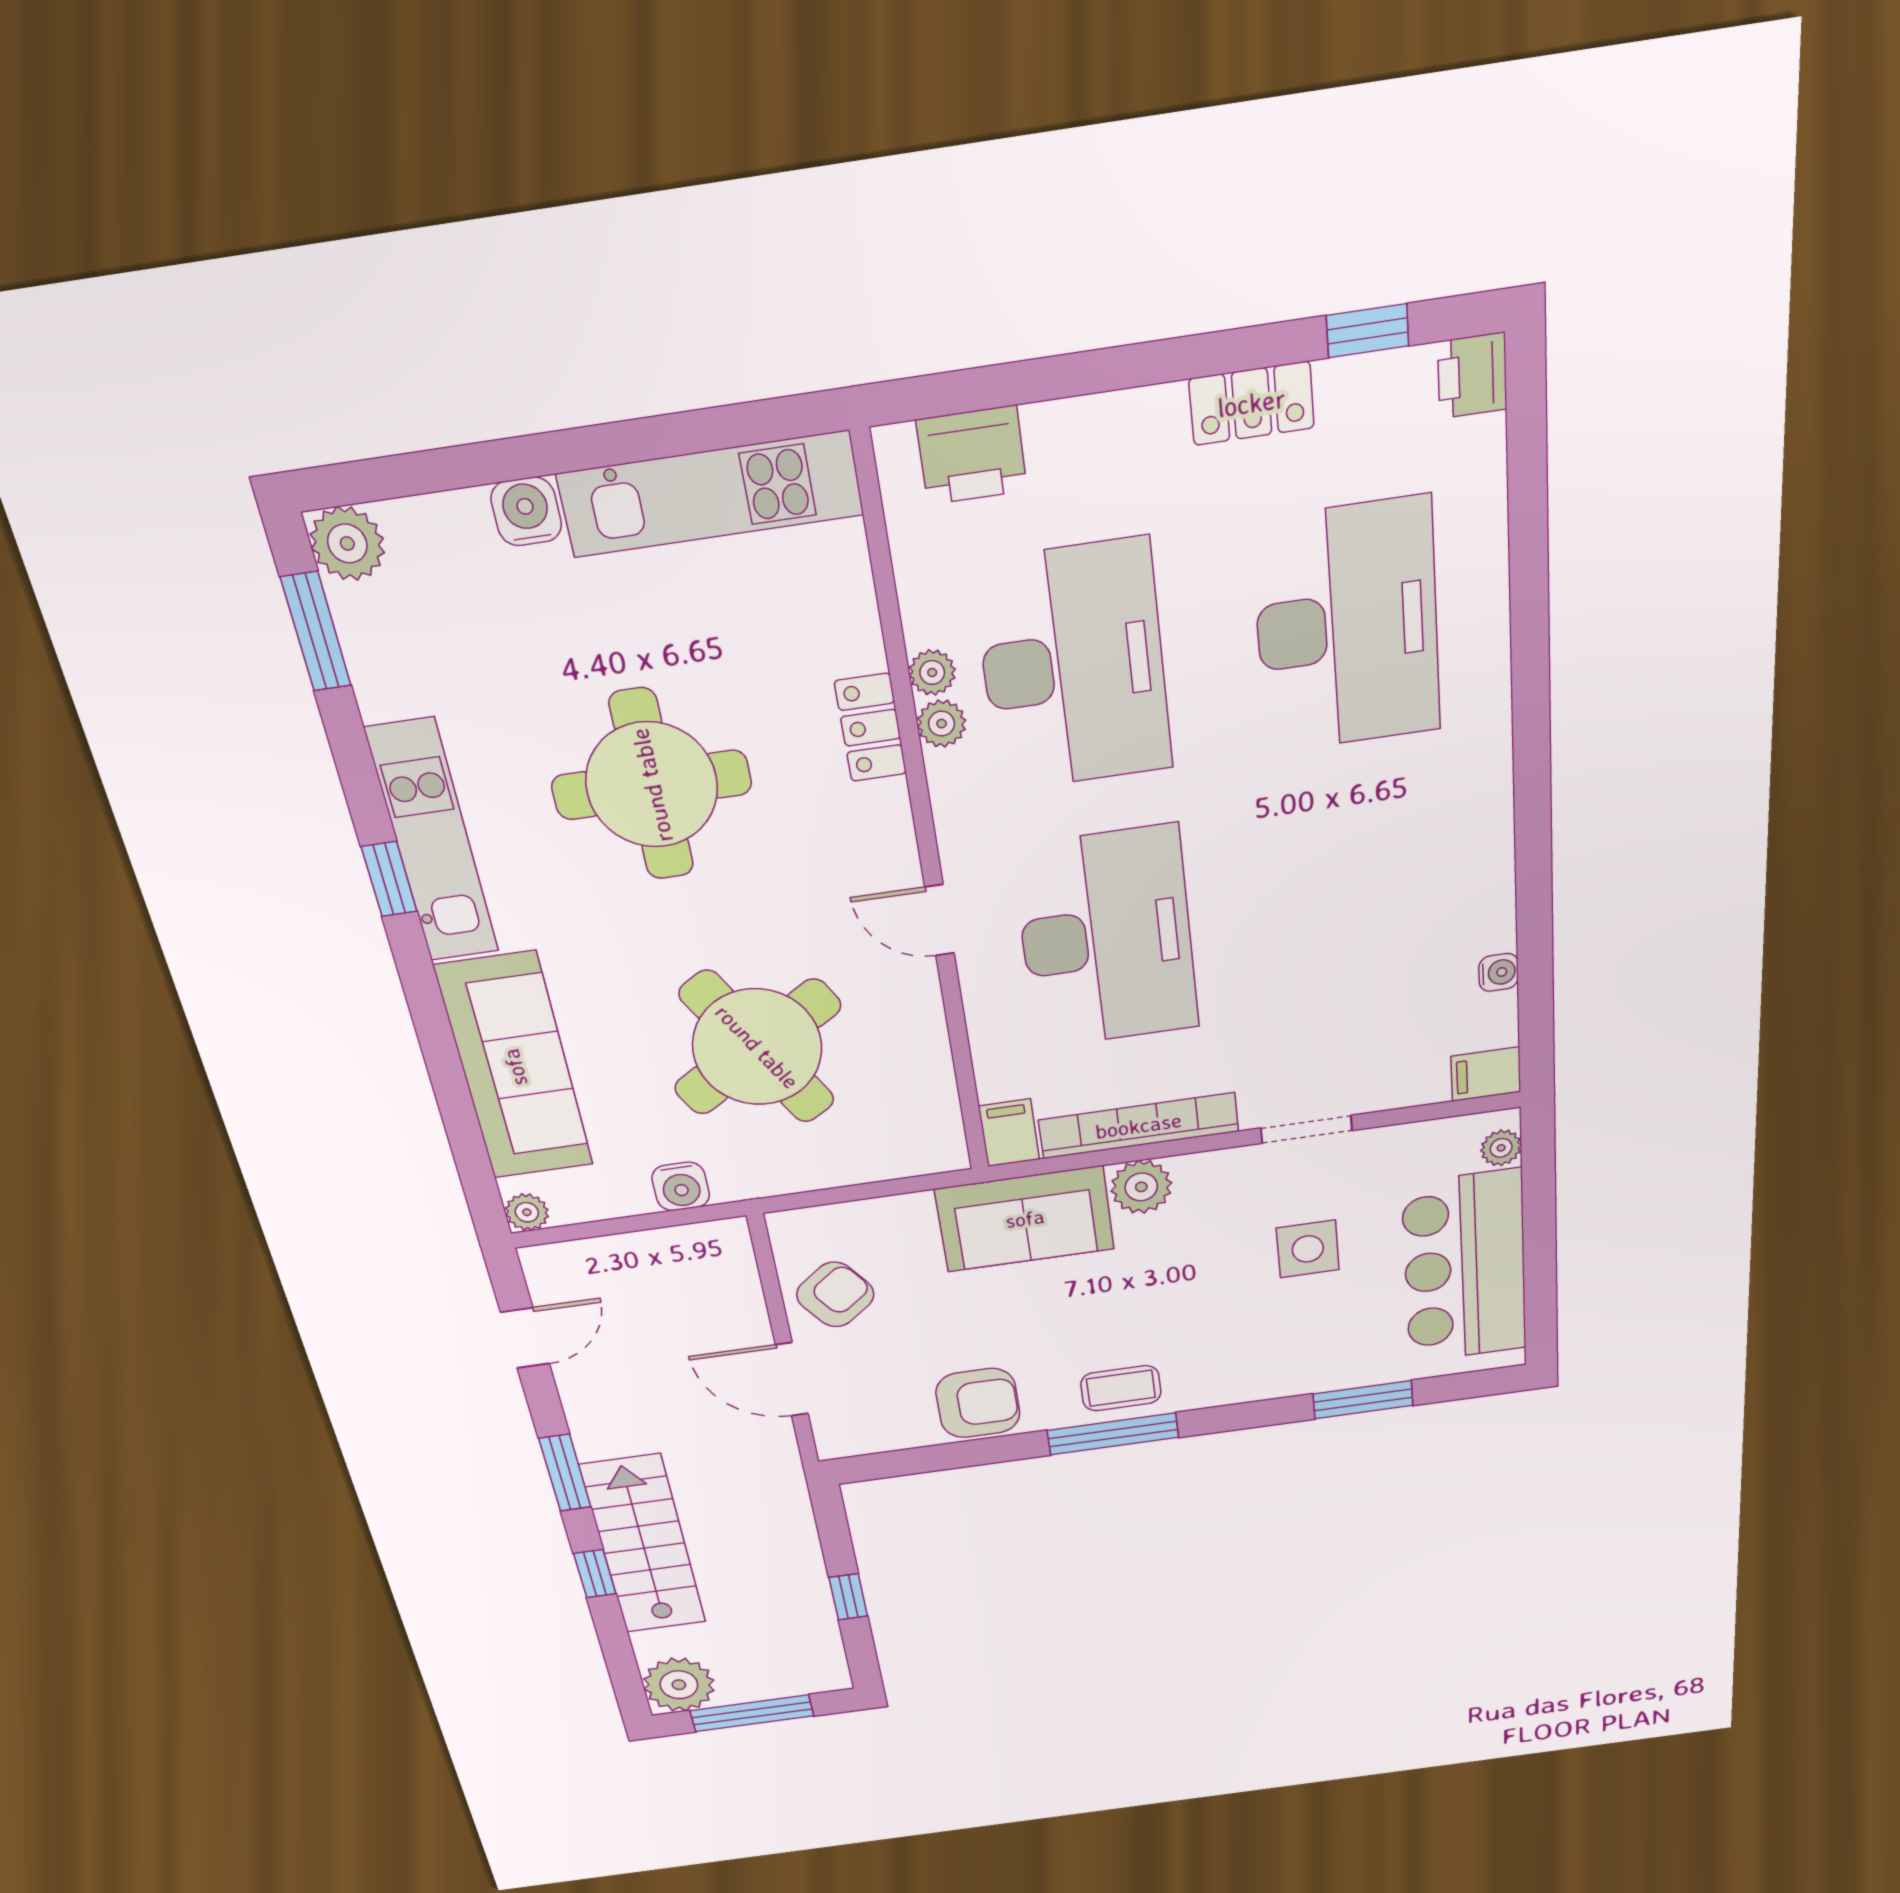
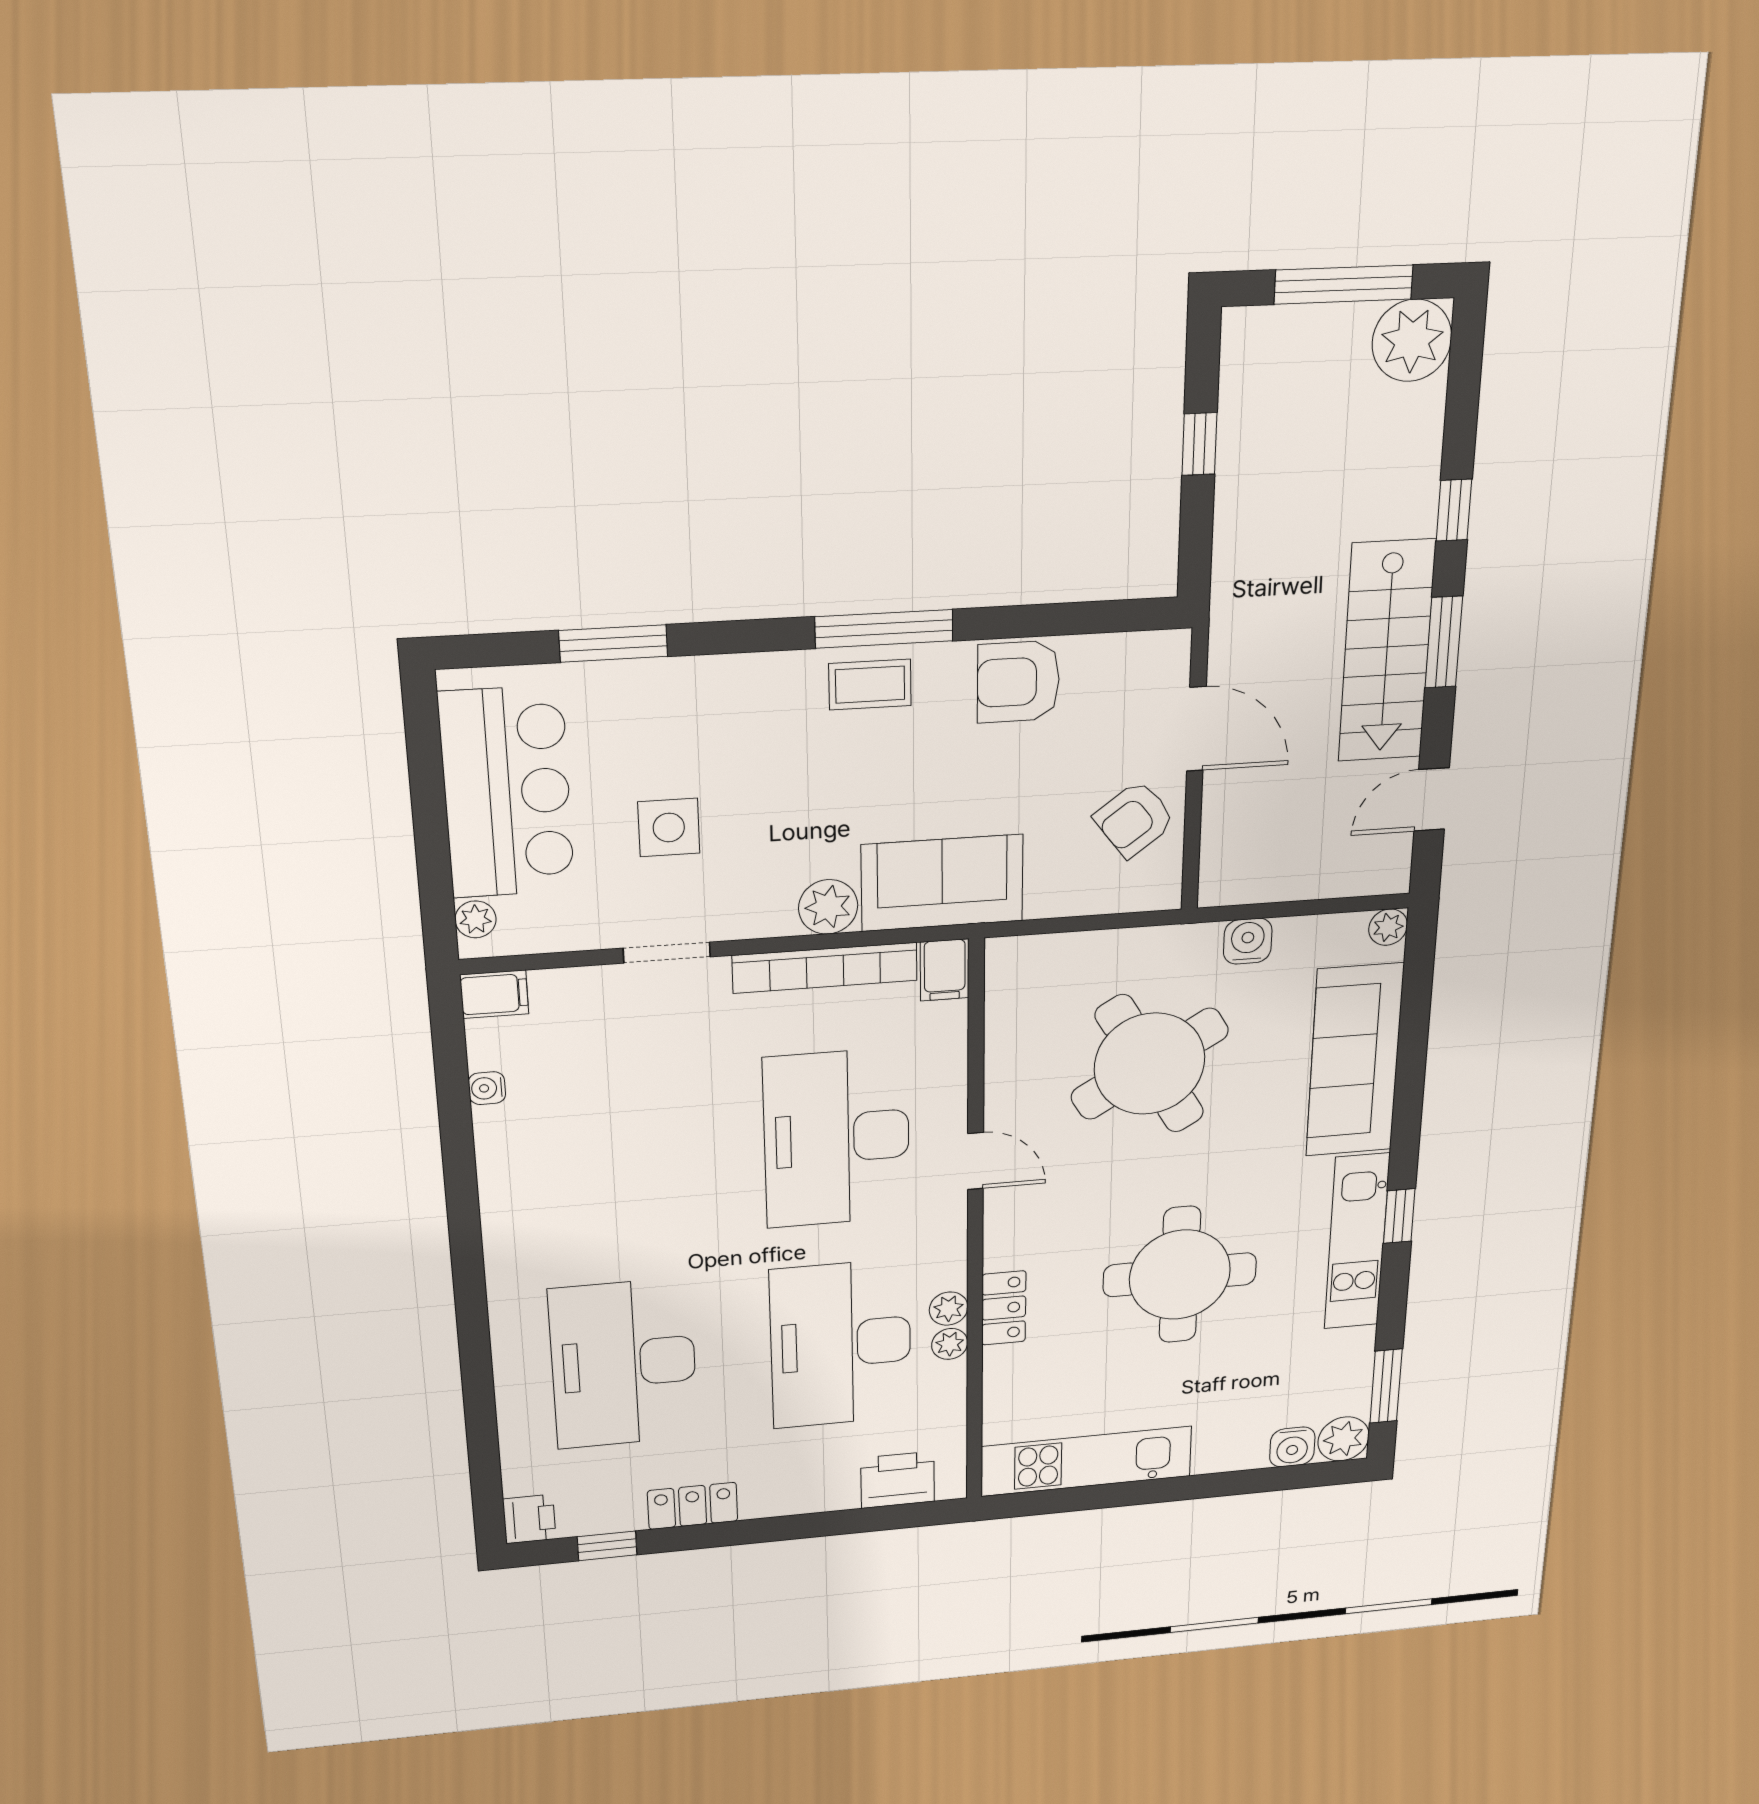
water cooler: (526, 511) -> (1292, 1447), moved
stairs: (643, 1545) -> (1387, 651), moved

